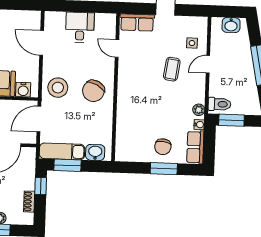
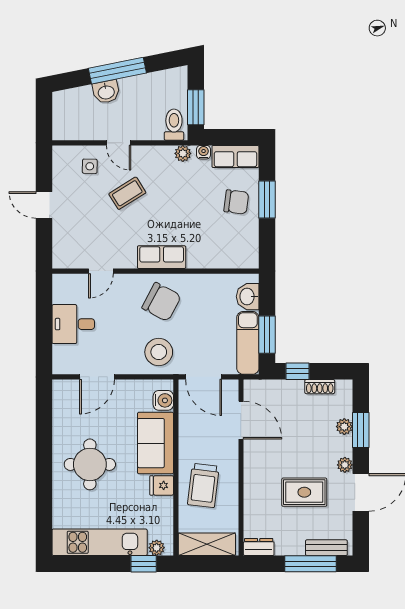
row of seats: (137, 22) -> (162, 257), moved, turned -90
washbasin: (231, 25) -> (106, 92), moved, turned 79
coffee table: (172, 69) -> (127, 193), turned -40

